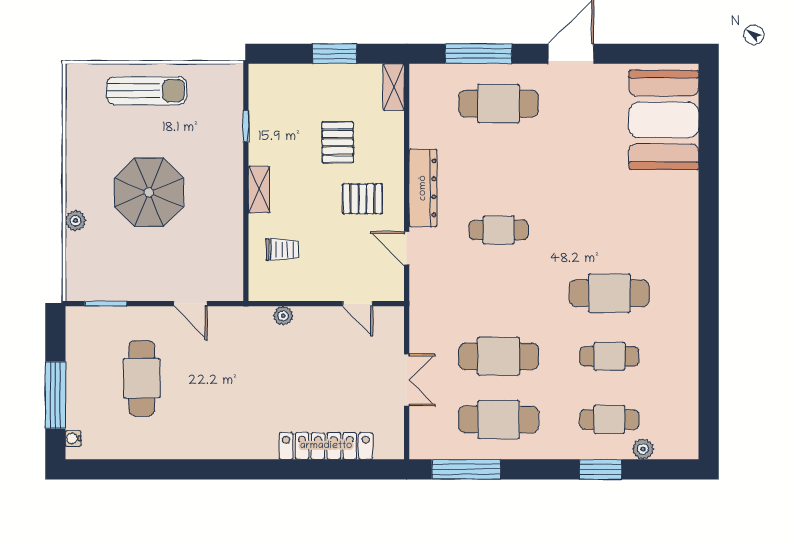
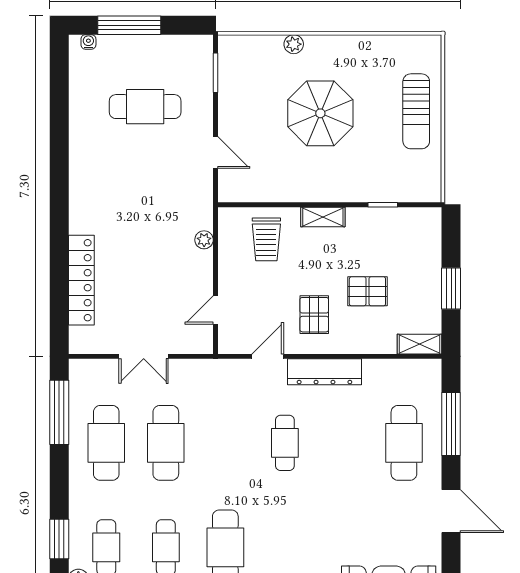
trolley: (283, 250) -> (266, 239), width x1.36, depth x1.39
door: (190, 304) -> (215, 152), swing flipped

